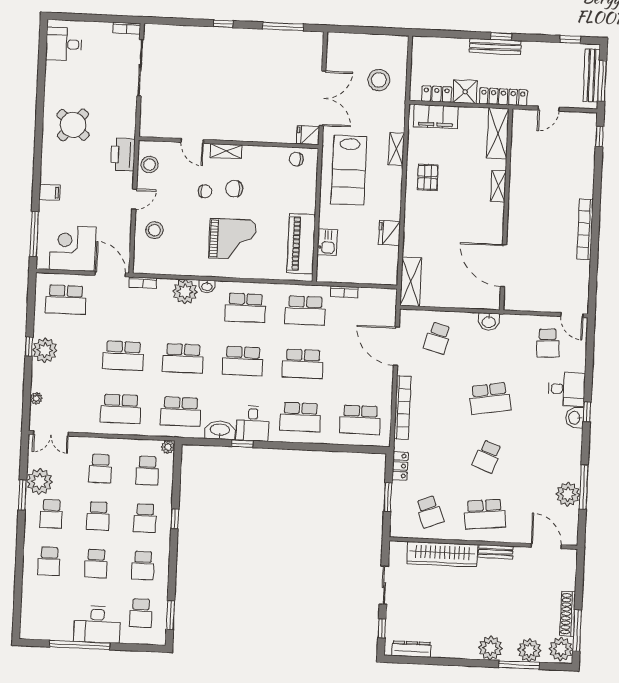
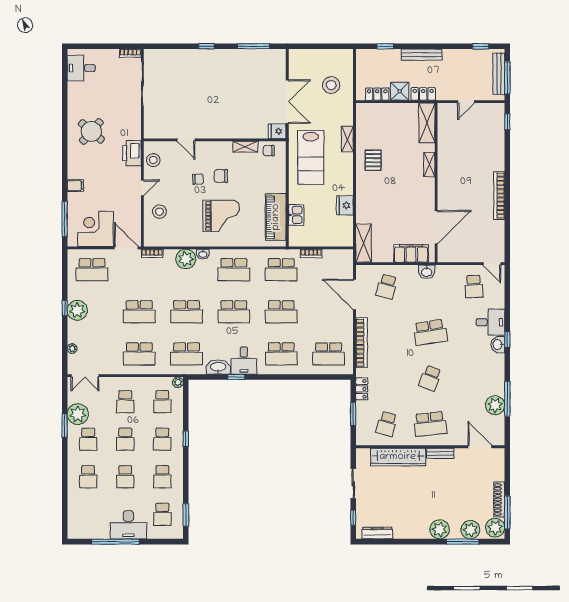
window: (501, 36) -> (385, 46), moved
locker: (503, 97) -> (423, 94), width x0.66
filing cabinet: (436, 117) -> (411, 253), moved, turned 180
shelving: (226, 151) -> (245, 147), moved
door: (503, 266) -> (436, 227), swing flipped
school desk: (430, 512) -> (387, 424), turned 36

